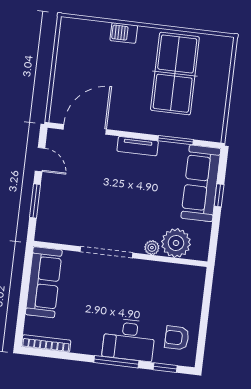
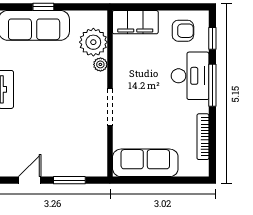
doorway: (106, 252) -> (110, 107), width x0.73
filing cabinet: (192, 289) -> (135, 22), added
armchair: (177, 338) -> (183, 31), turned -90
bookcase: (46, 343) -> (203, 137), moved

